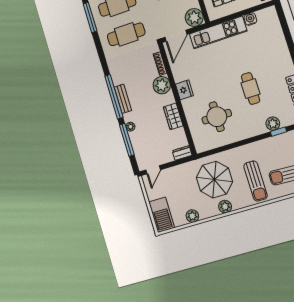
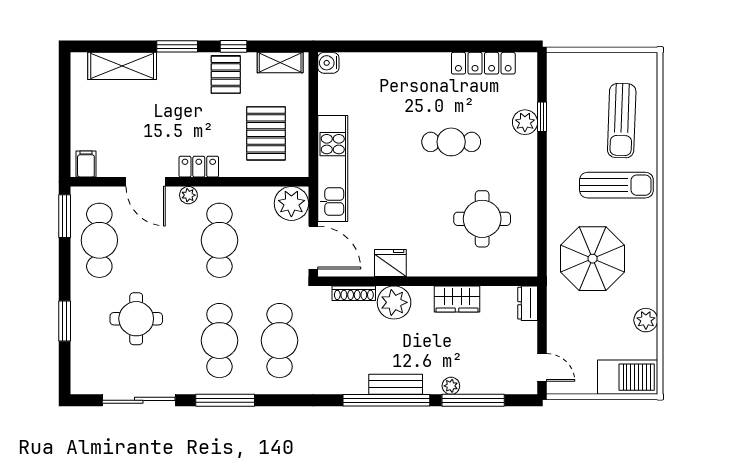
water cooler: (250, 19) -> (328, 63), moved
fridge: (184, 90) -> (390, 263), moved
plant: (225, 207) -> (646, 255), removed

